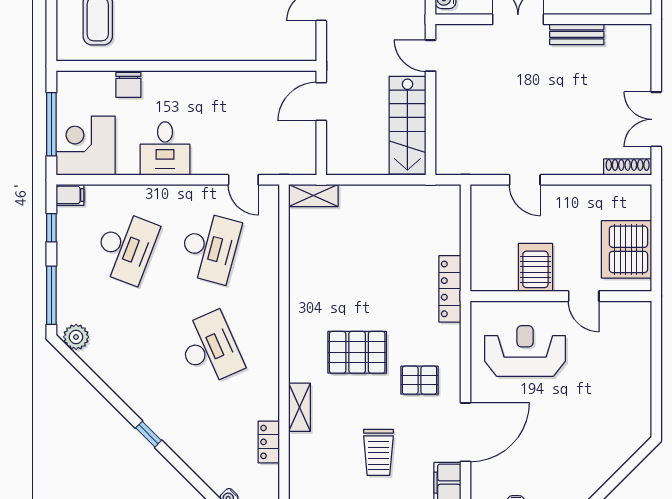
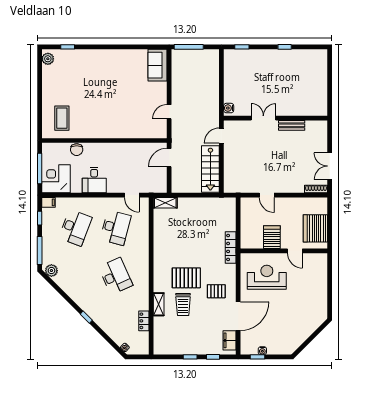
door: (431, 56) -> (221, 136), hinge flipped
trolley: (378, 452) -> (183, 304), moved

